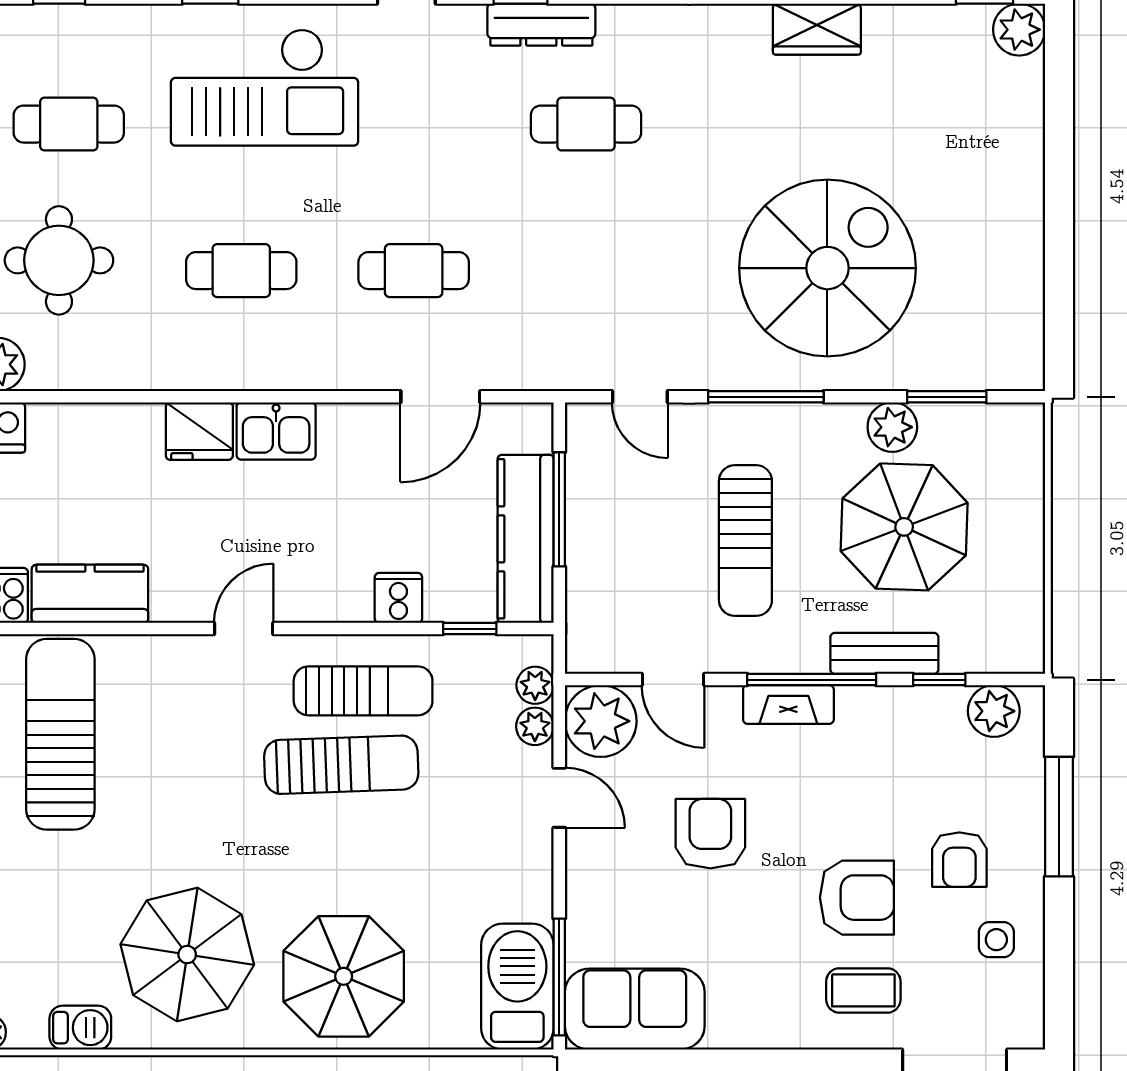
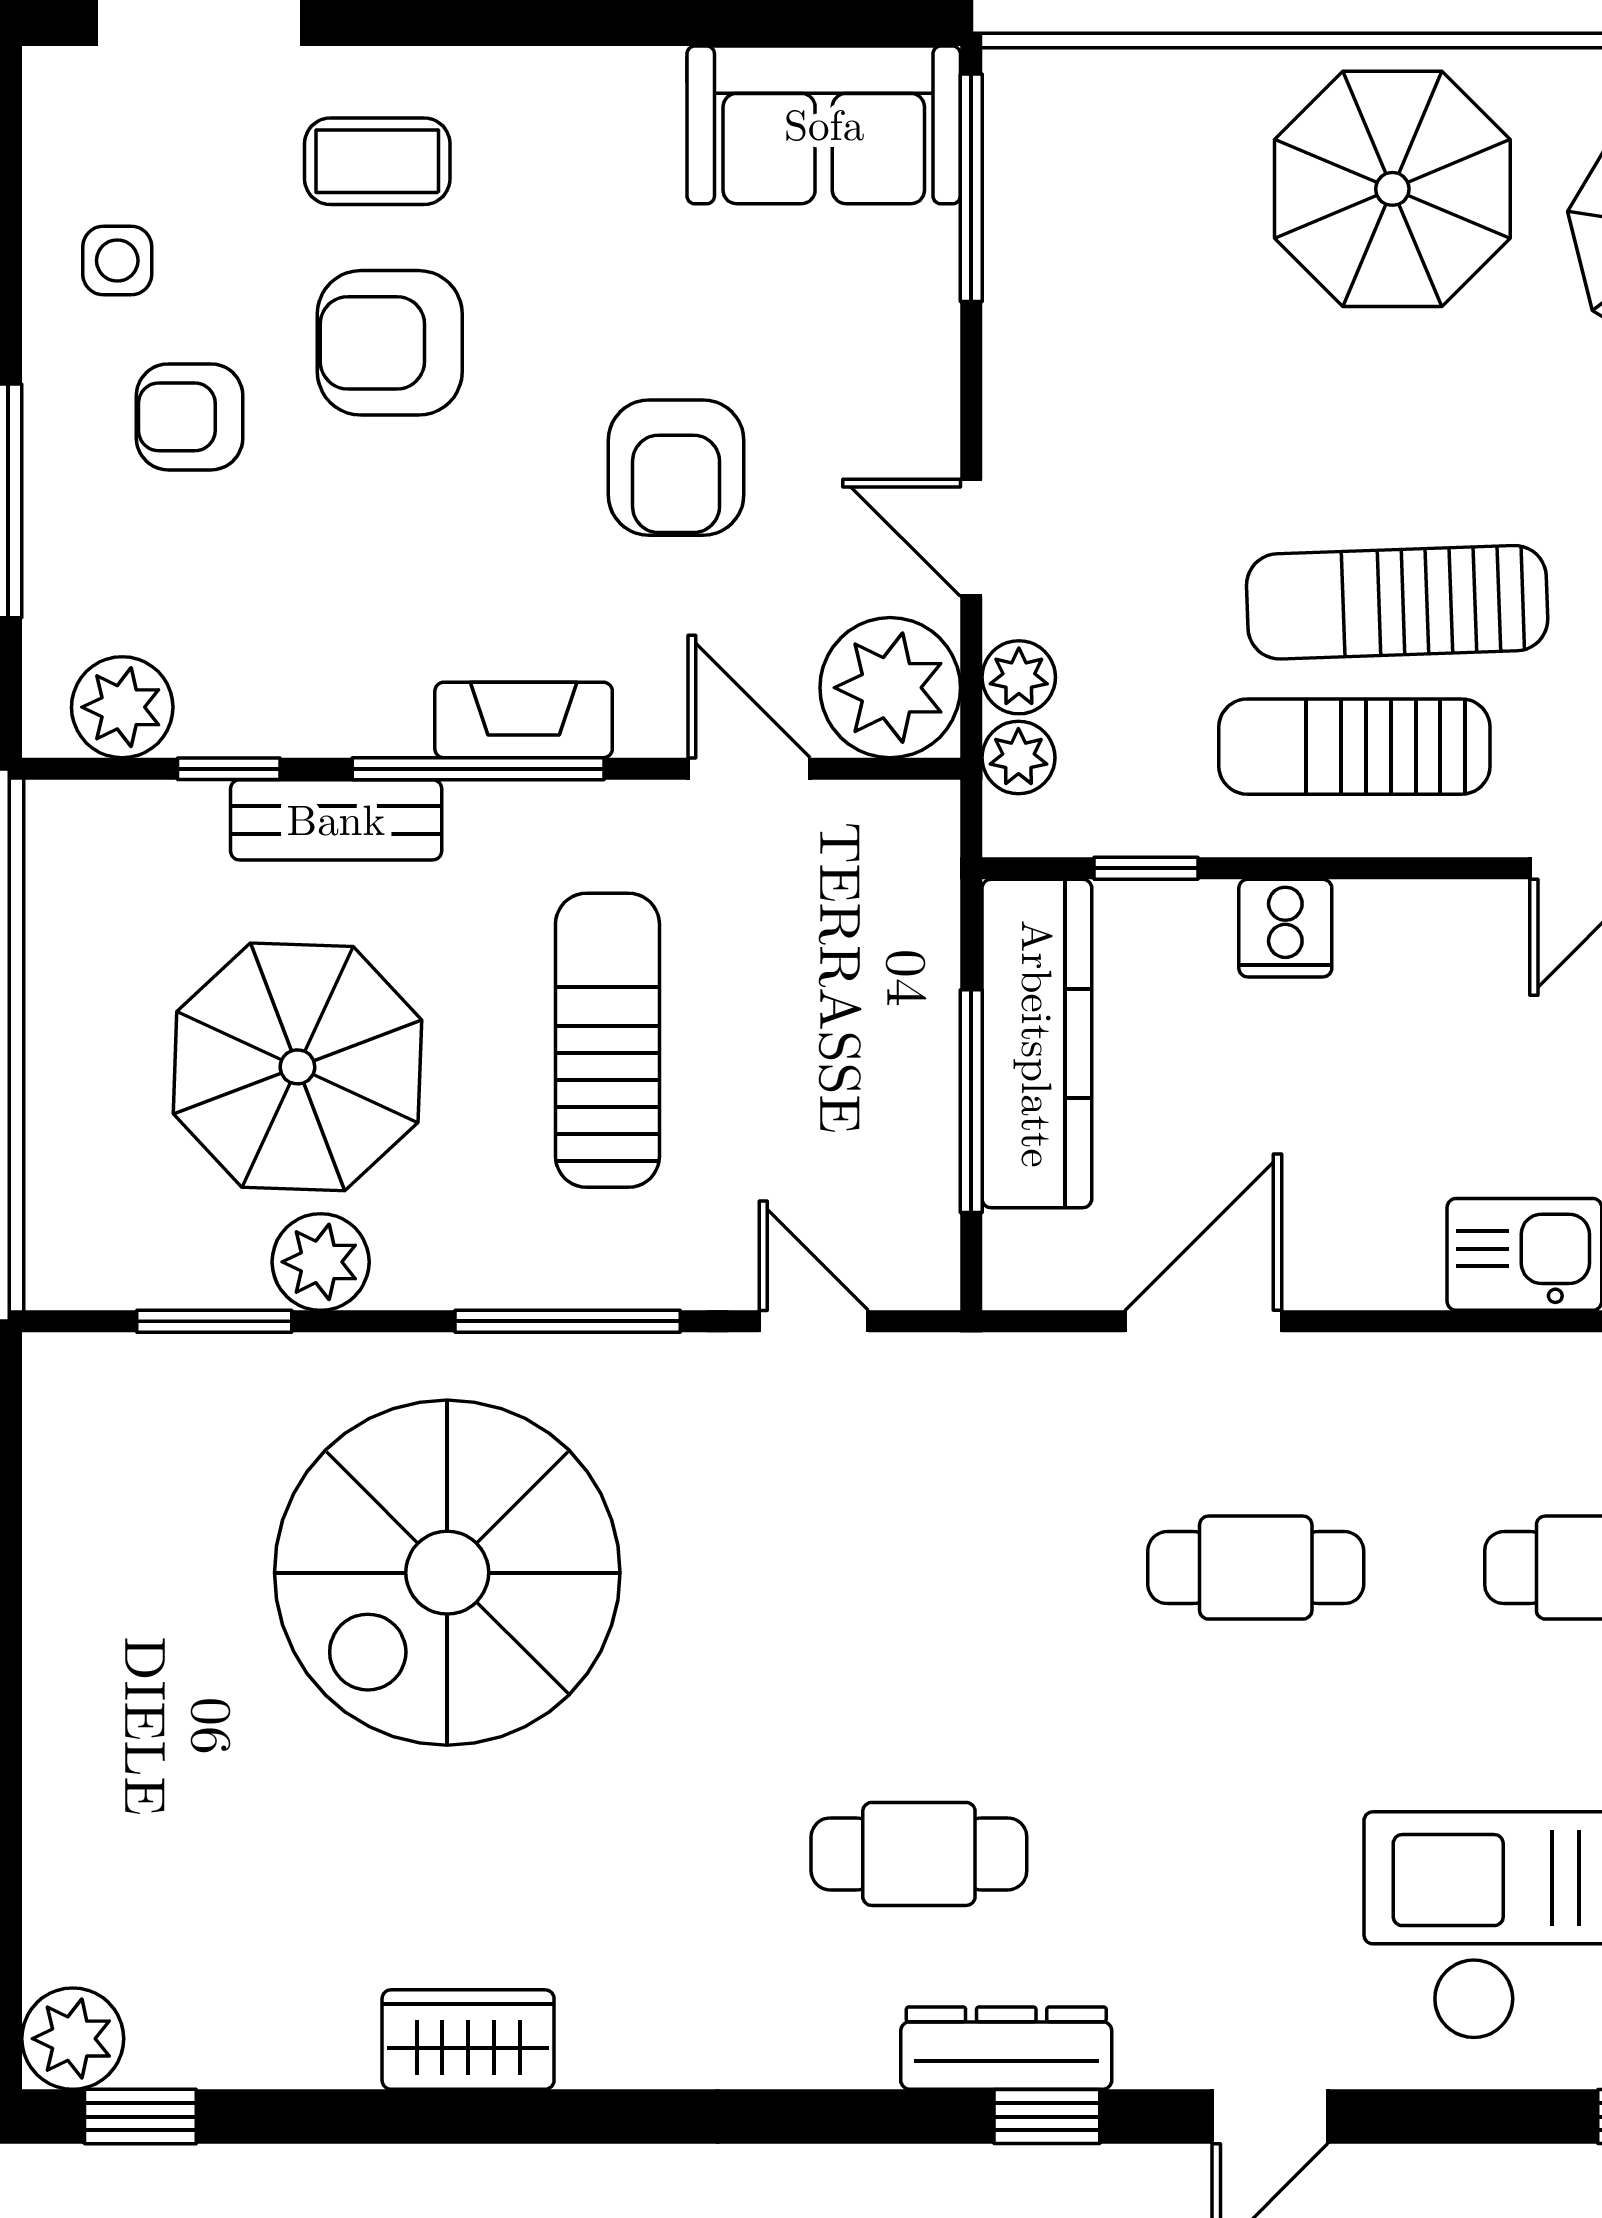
armchair: (959, 860) -> (190, 417), turned -90
barbecue: (517, 987) -> (1053, 169), removed

